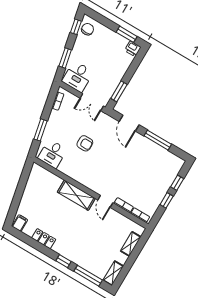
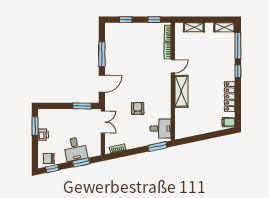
printer: (133, 49) -> (43, 134), moved
desk: (78, 77) -> (75, 149), moved, turned 78
window: (41, 130) -> (157, 146), moved
window: (167, 200) -> (154, 20), moved
locker: (44, 239) -> (230, 97), width x1.53

